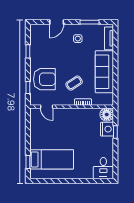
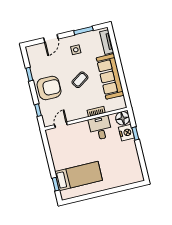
armchair: (44, 79) -> (49, 88), moved
coffee table: (74, 83) -> (80, 80), moved
door: (47, 107) -> (61, 125), swing flipped
desk: (103, 168) -> (100, 128), moved, turned 180

